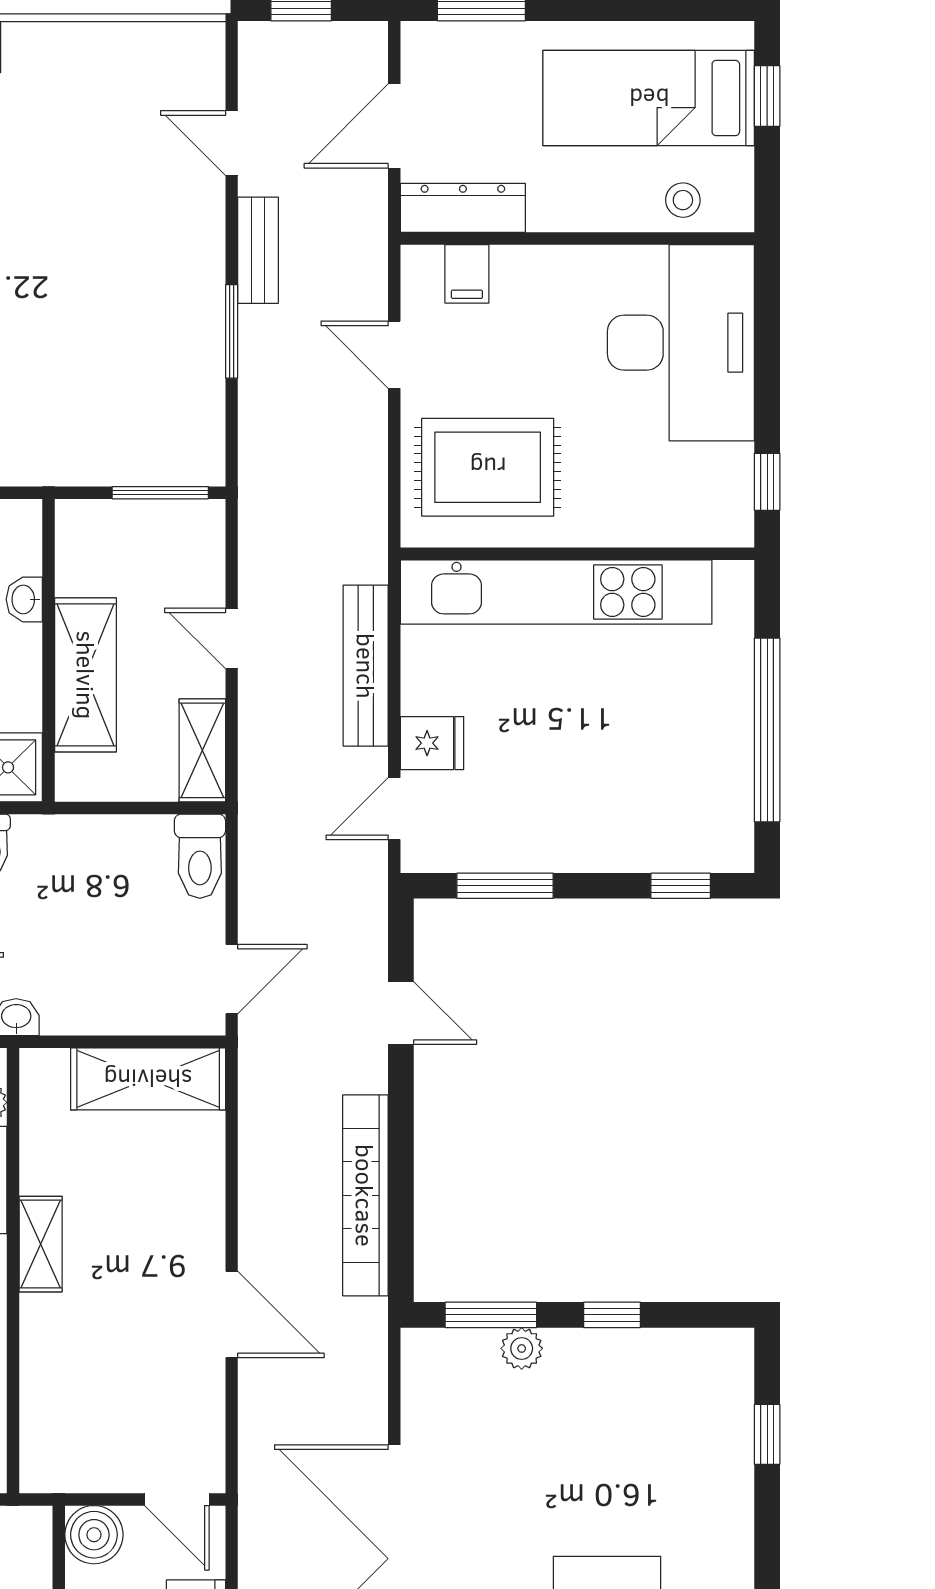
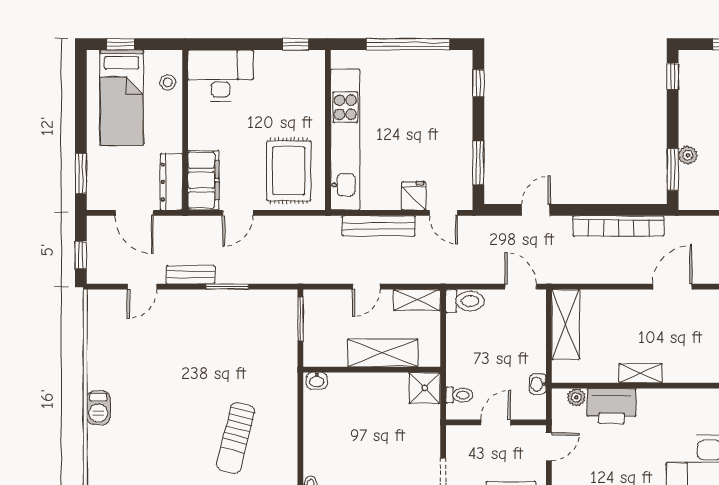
filing cabinet: (467, 274) -> (203, 180), width x3.00, depth x1.17
desk: (681, 343) -> (221, 76), width x0.73, depth x0.77
washbasin: (24, 599) -> (317, 381), moved
window: (612, 1315) -> (673, 76), moved

